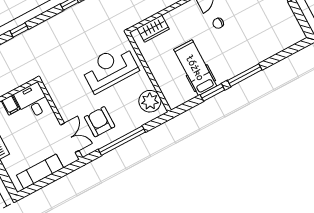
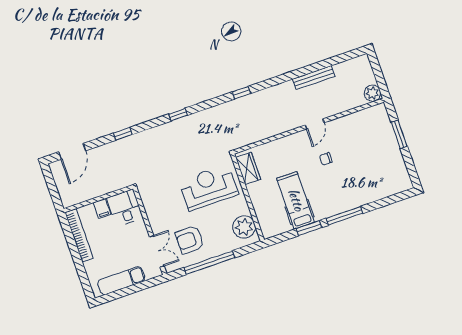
wardrobe: (153, 29) -> (248, 168), moved, turned -90
armchair: (100, 122) -> (190, 240), turned -90

